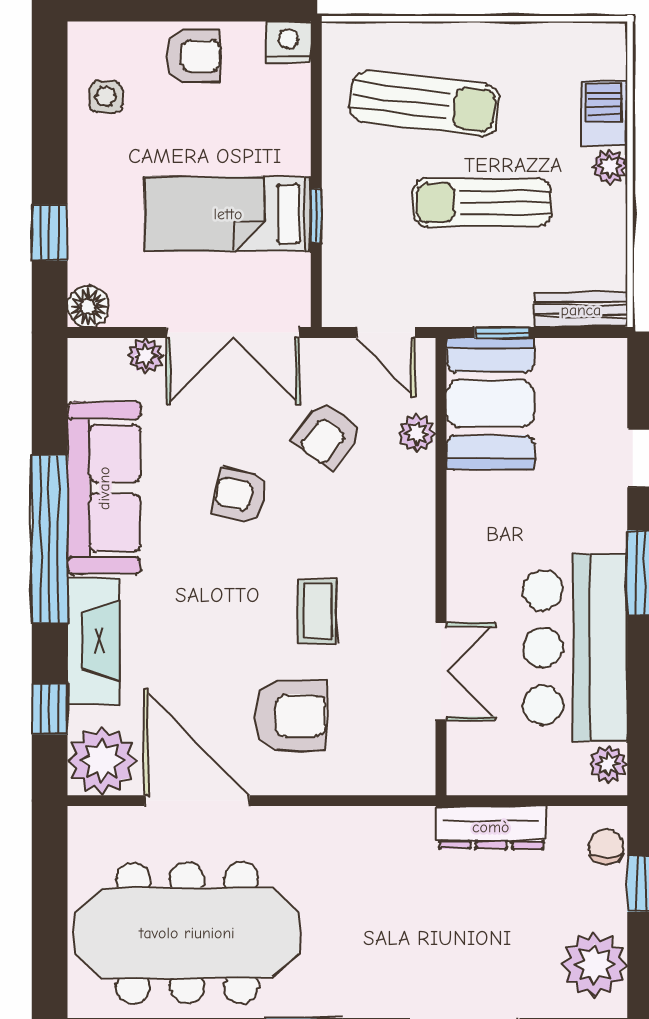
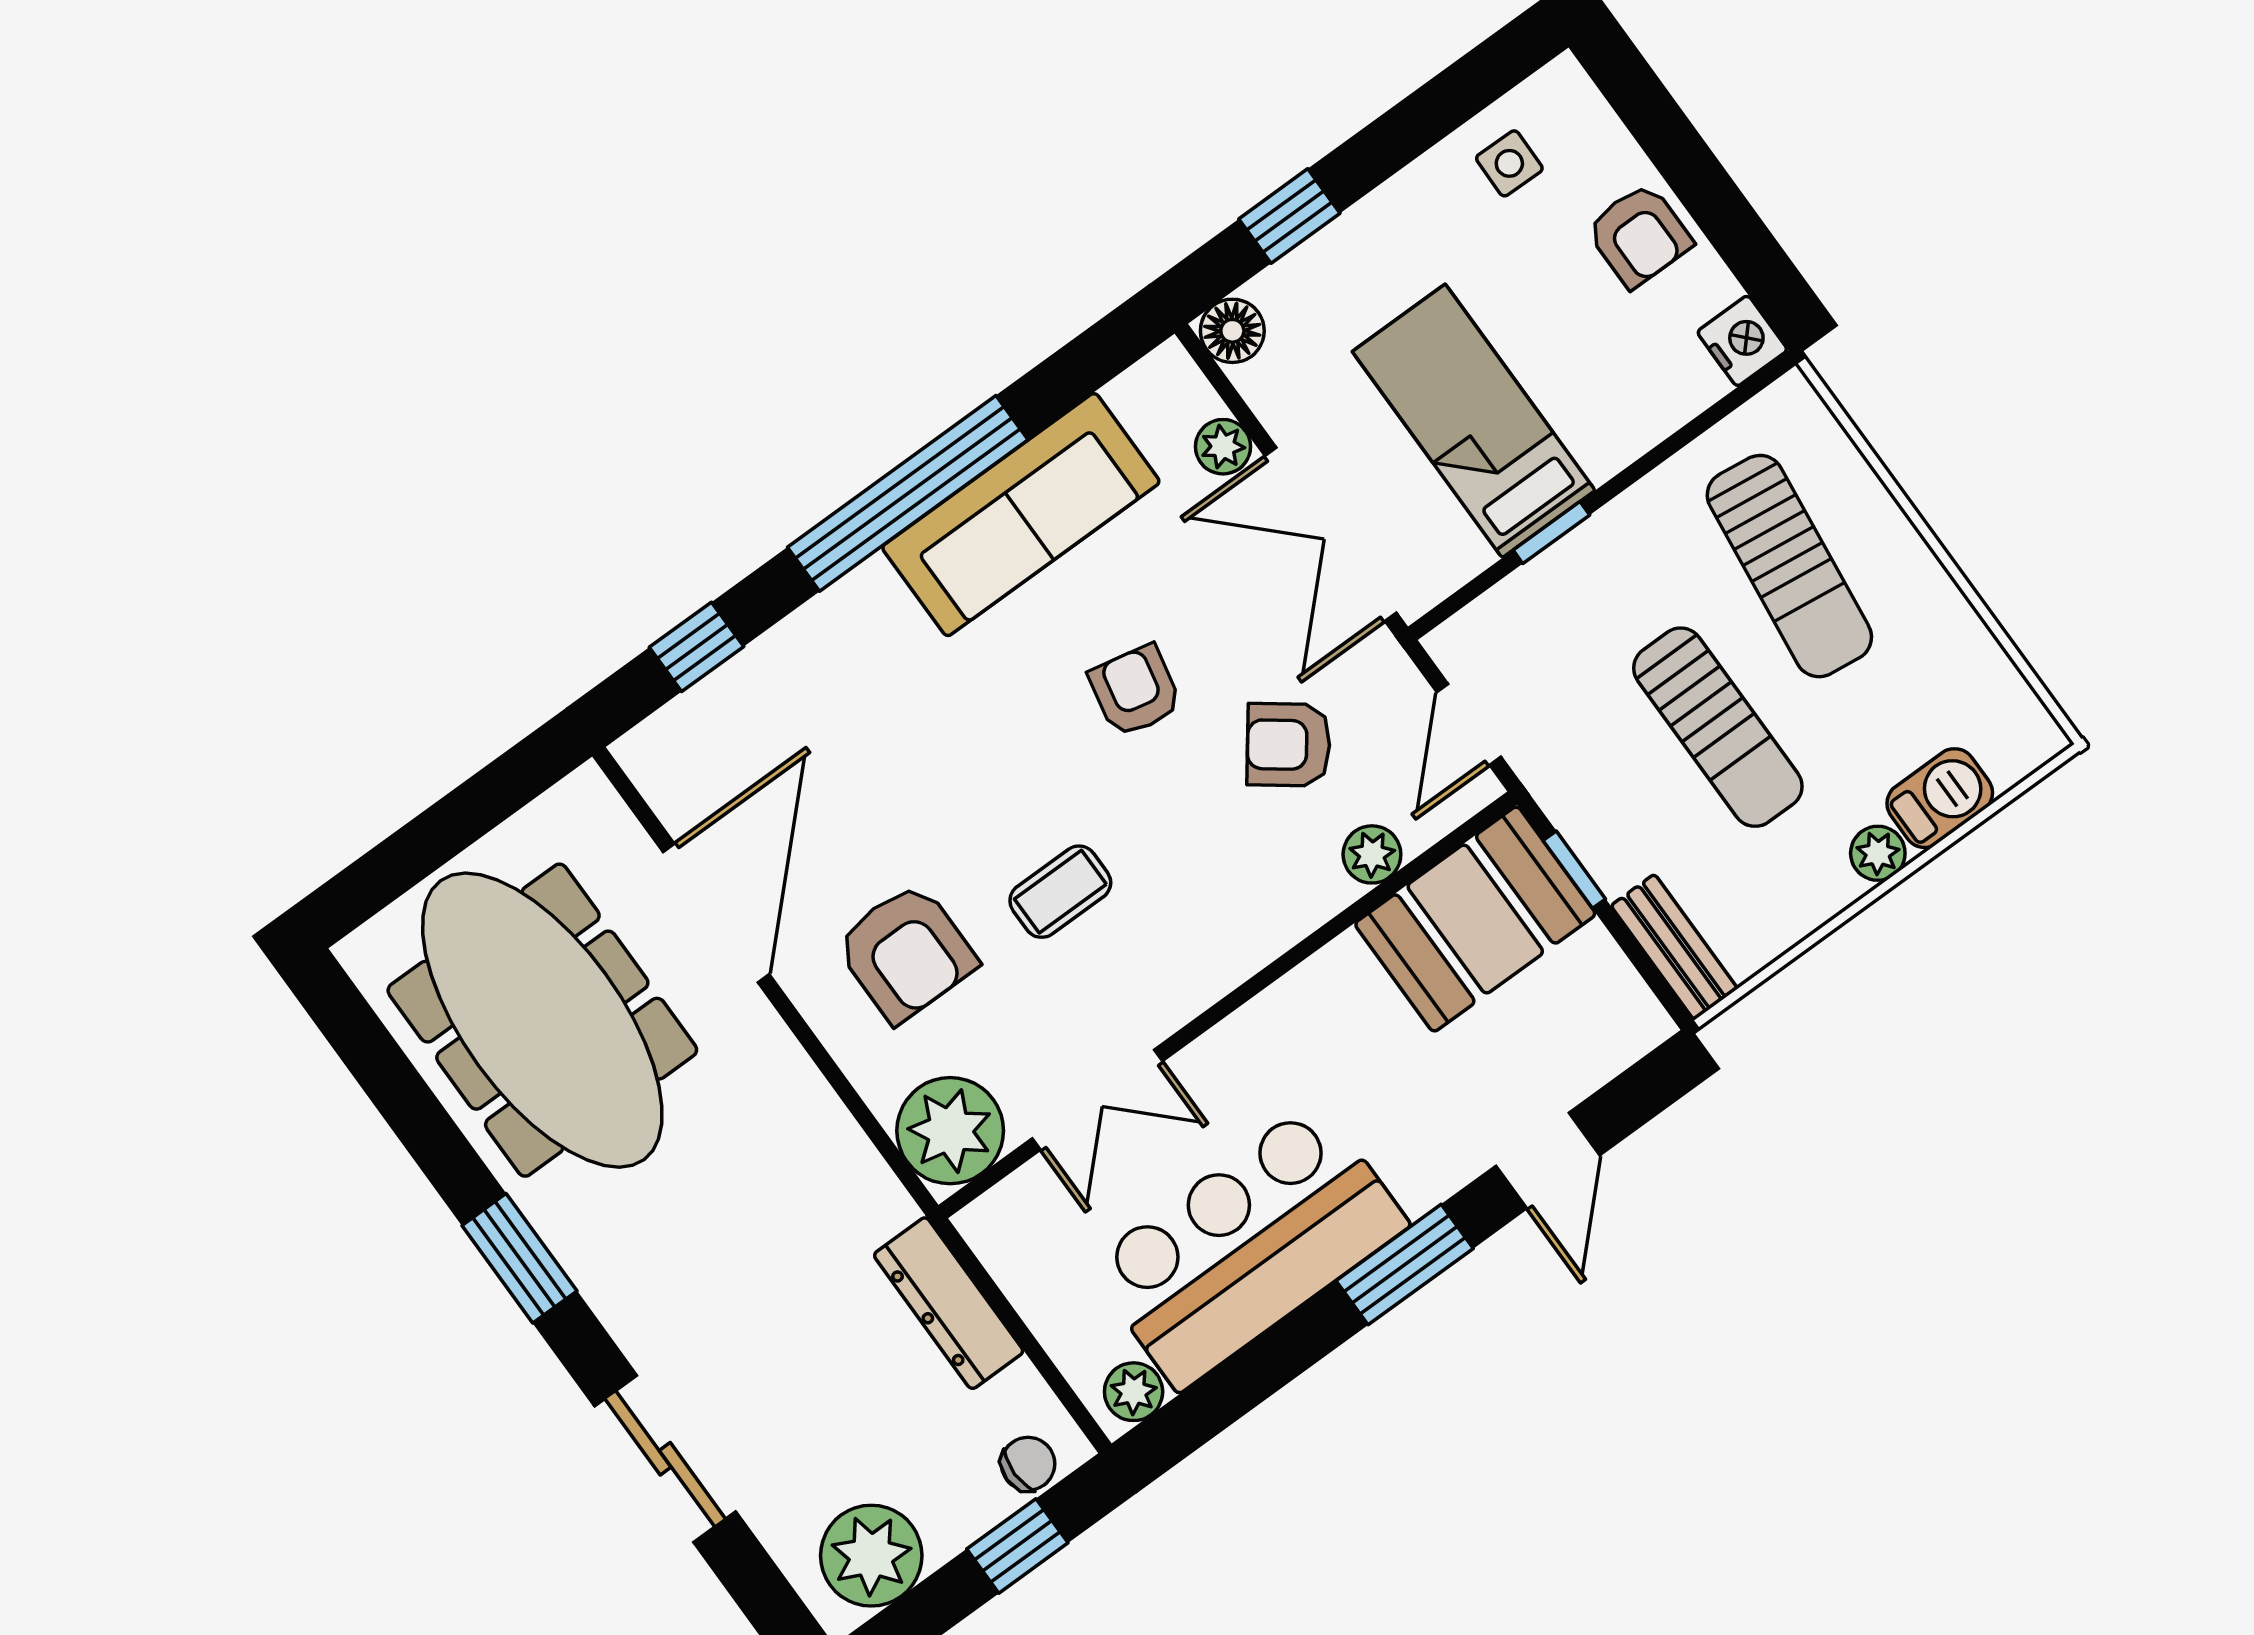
sun lounger: (482, 203) -> (1718, 727), turned 180
fireplace: (93, 641) -> (821, 640), removed
plant: (102, 761) -> (950, 1131), moved

